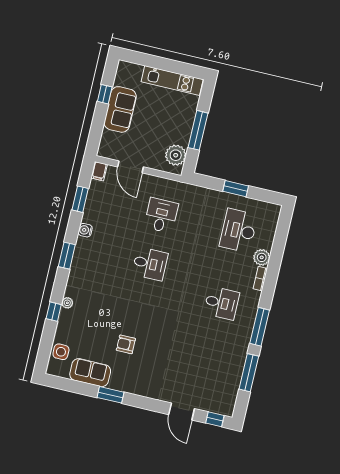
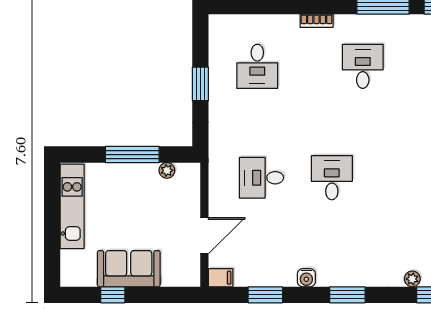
plant: (176, 155) -> (167, 170), width x0.53, depth x0.53
desk: (239, 231) -> (257, 66), width x0.73
plant: (262, 257) -> (287, 26), removed

